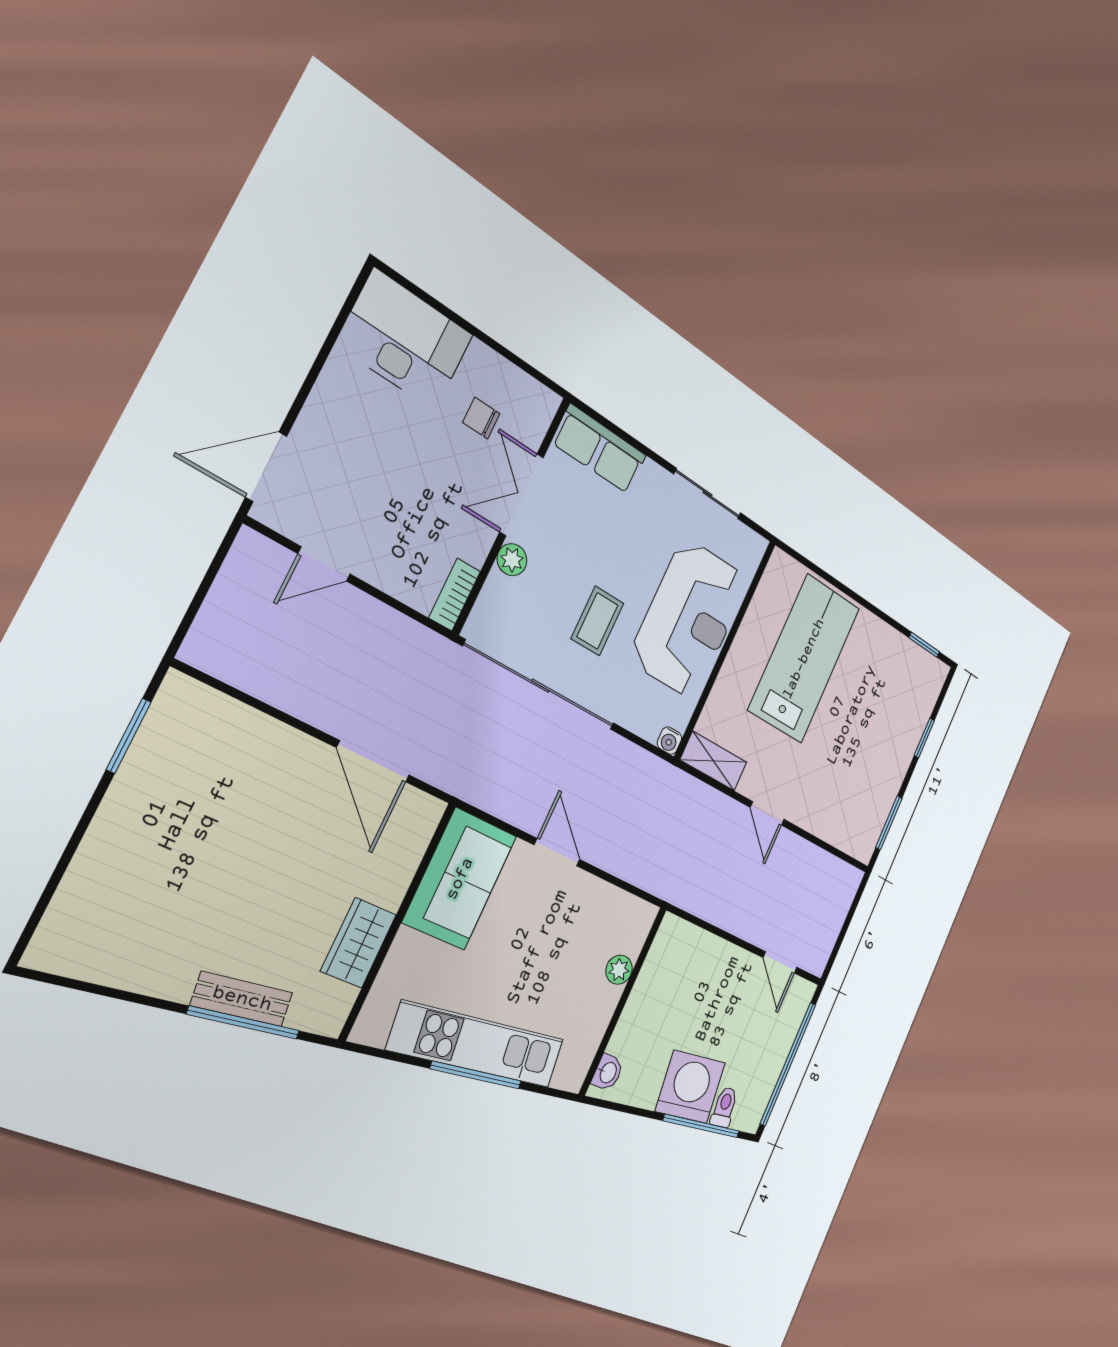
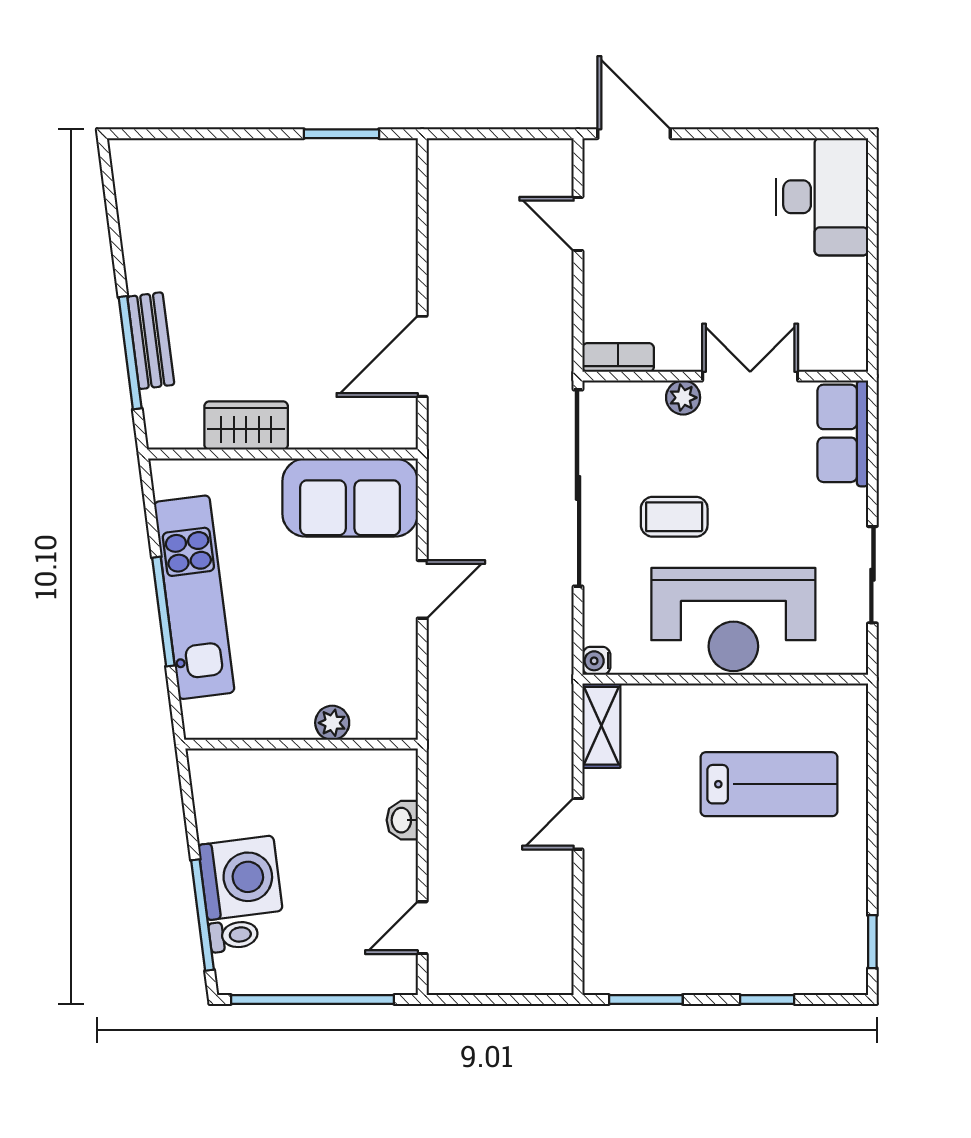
chair: (481, 418) -> (797, 301), removed
lab bench: (804, 659) -> (769, 784), width x0.73, depth x0.72
washbasin: (608, 1072) -> (402, 820), moved, turned 90

